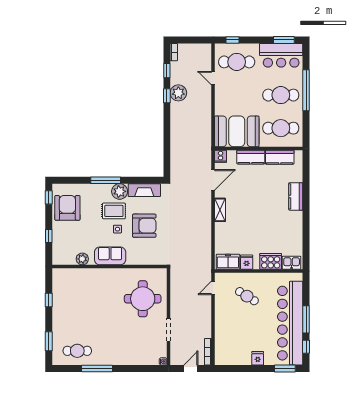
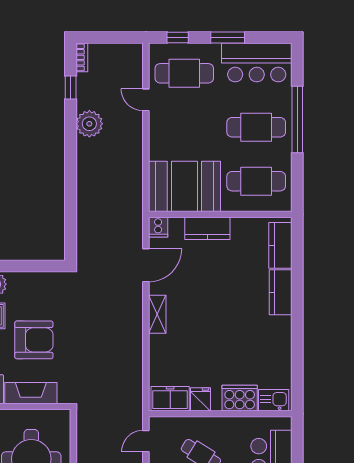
window: (284, 40) -> (228, 37), moved
window: (167, 96) -> (71, 128), removed
kitchen counter: (280, 157) -> (280, 245), moved, turned 90
fireplace: (144, 190) -> (31, 393), moved, turned 180

